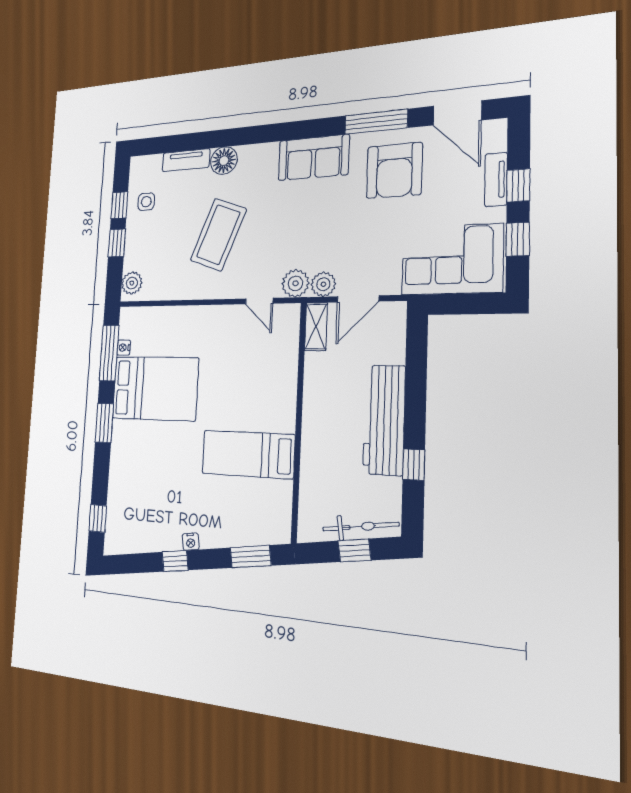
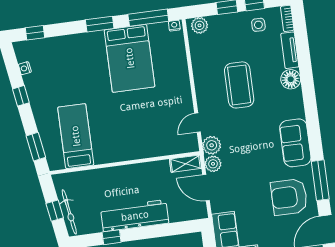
bookcase: (146, 162) -> (287, 18), added
coffee table: (218, 235) -> (239, 85), turned 69
nightstand: (124, 348) -> (174, 26), moved
bed: (248, 454) -> (76, 136), moved
nightstand: (191, 542) -> (25, 68), moved

